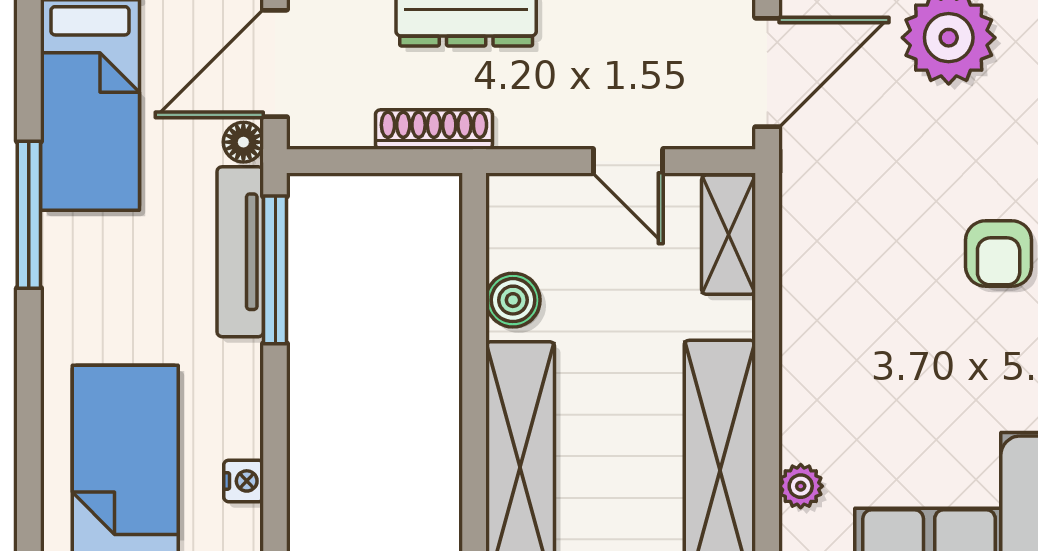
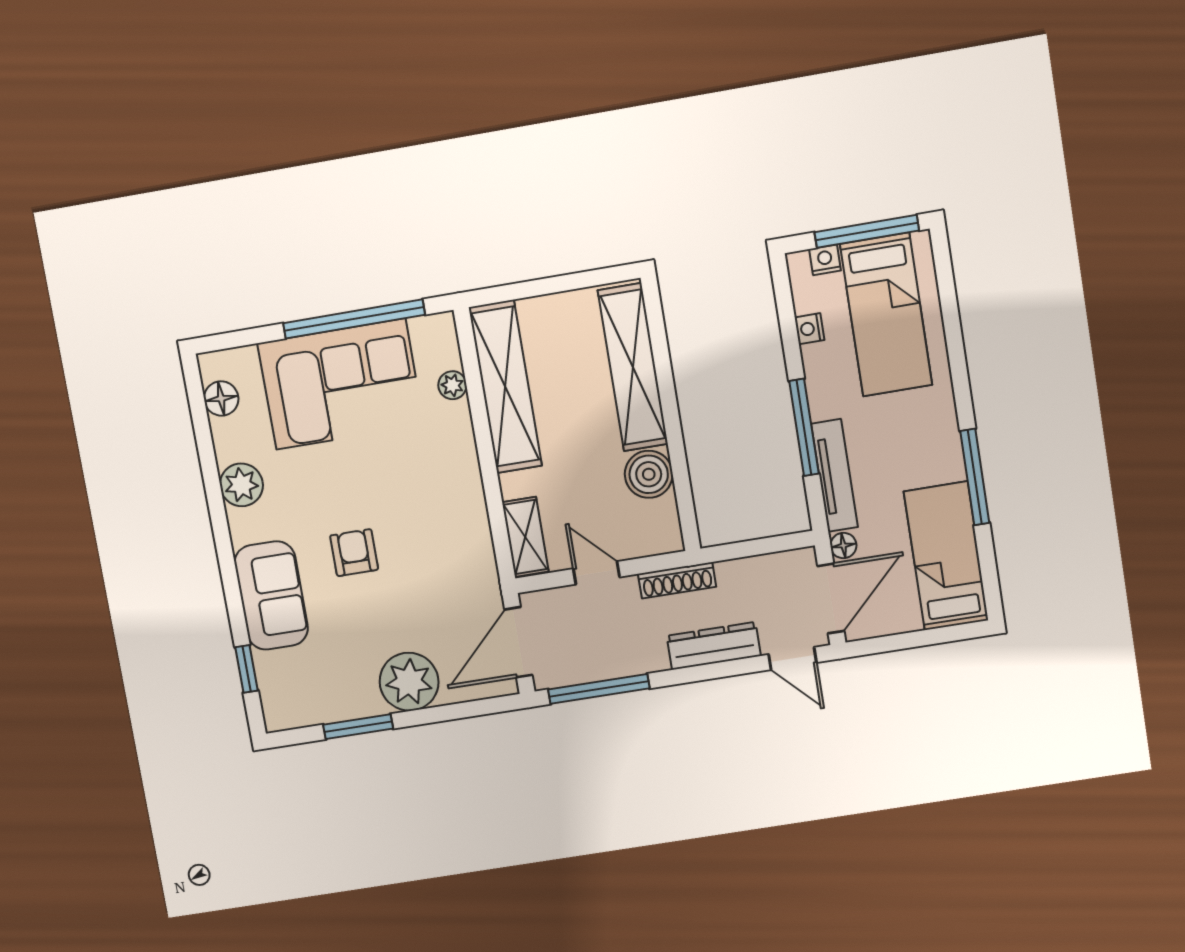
shoe rack: (434, 130) -> (677, 580), moved
window: (275, 270) -> (804, 427), moved
boiler: (513, 300) -> (649, 474), width x1.36, depth x1.36

